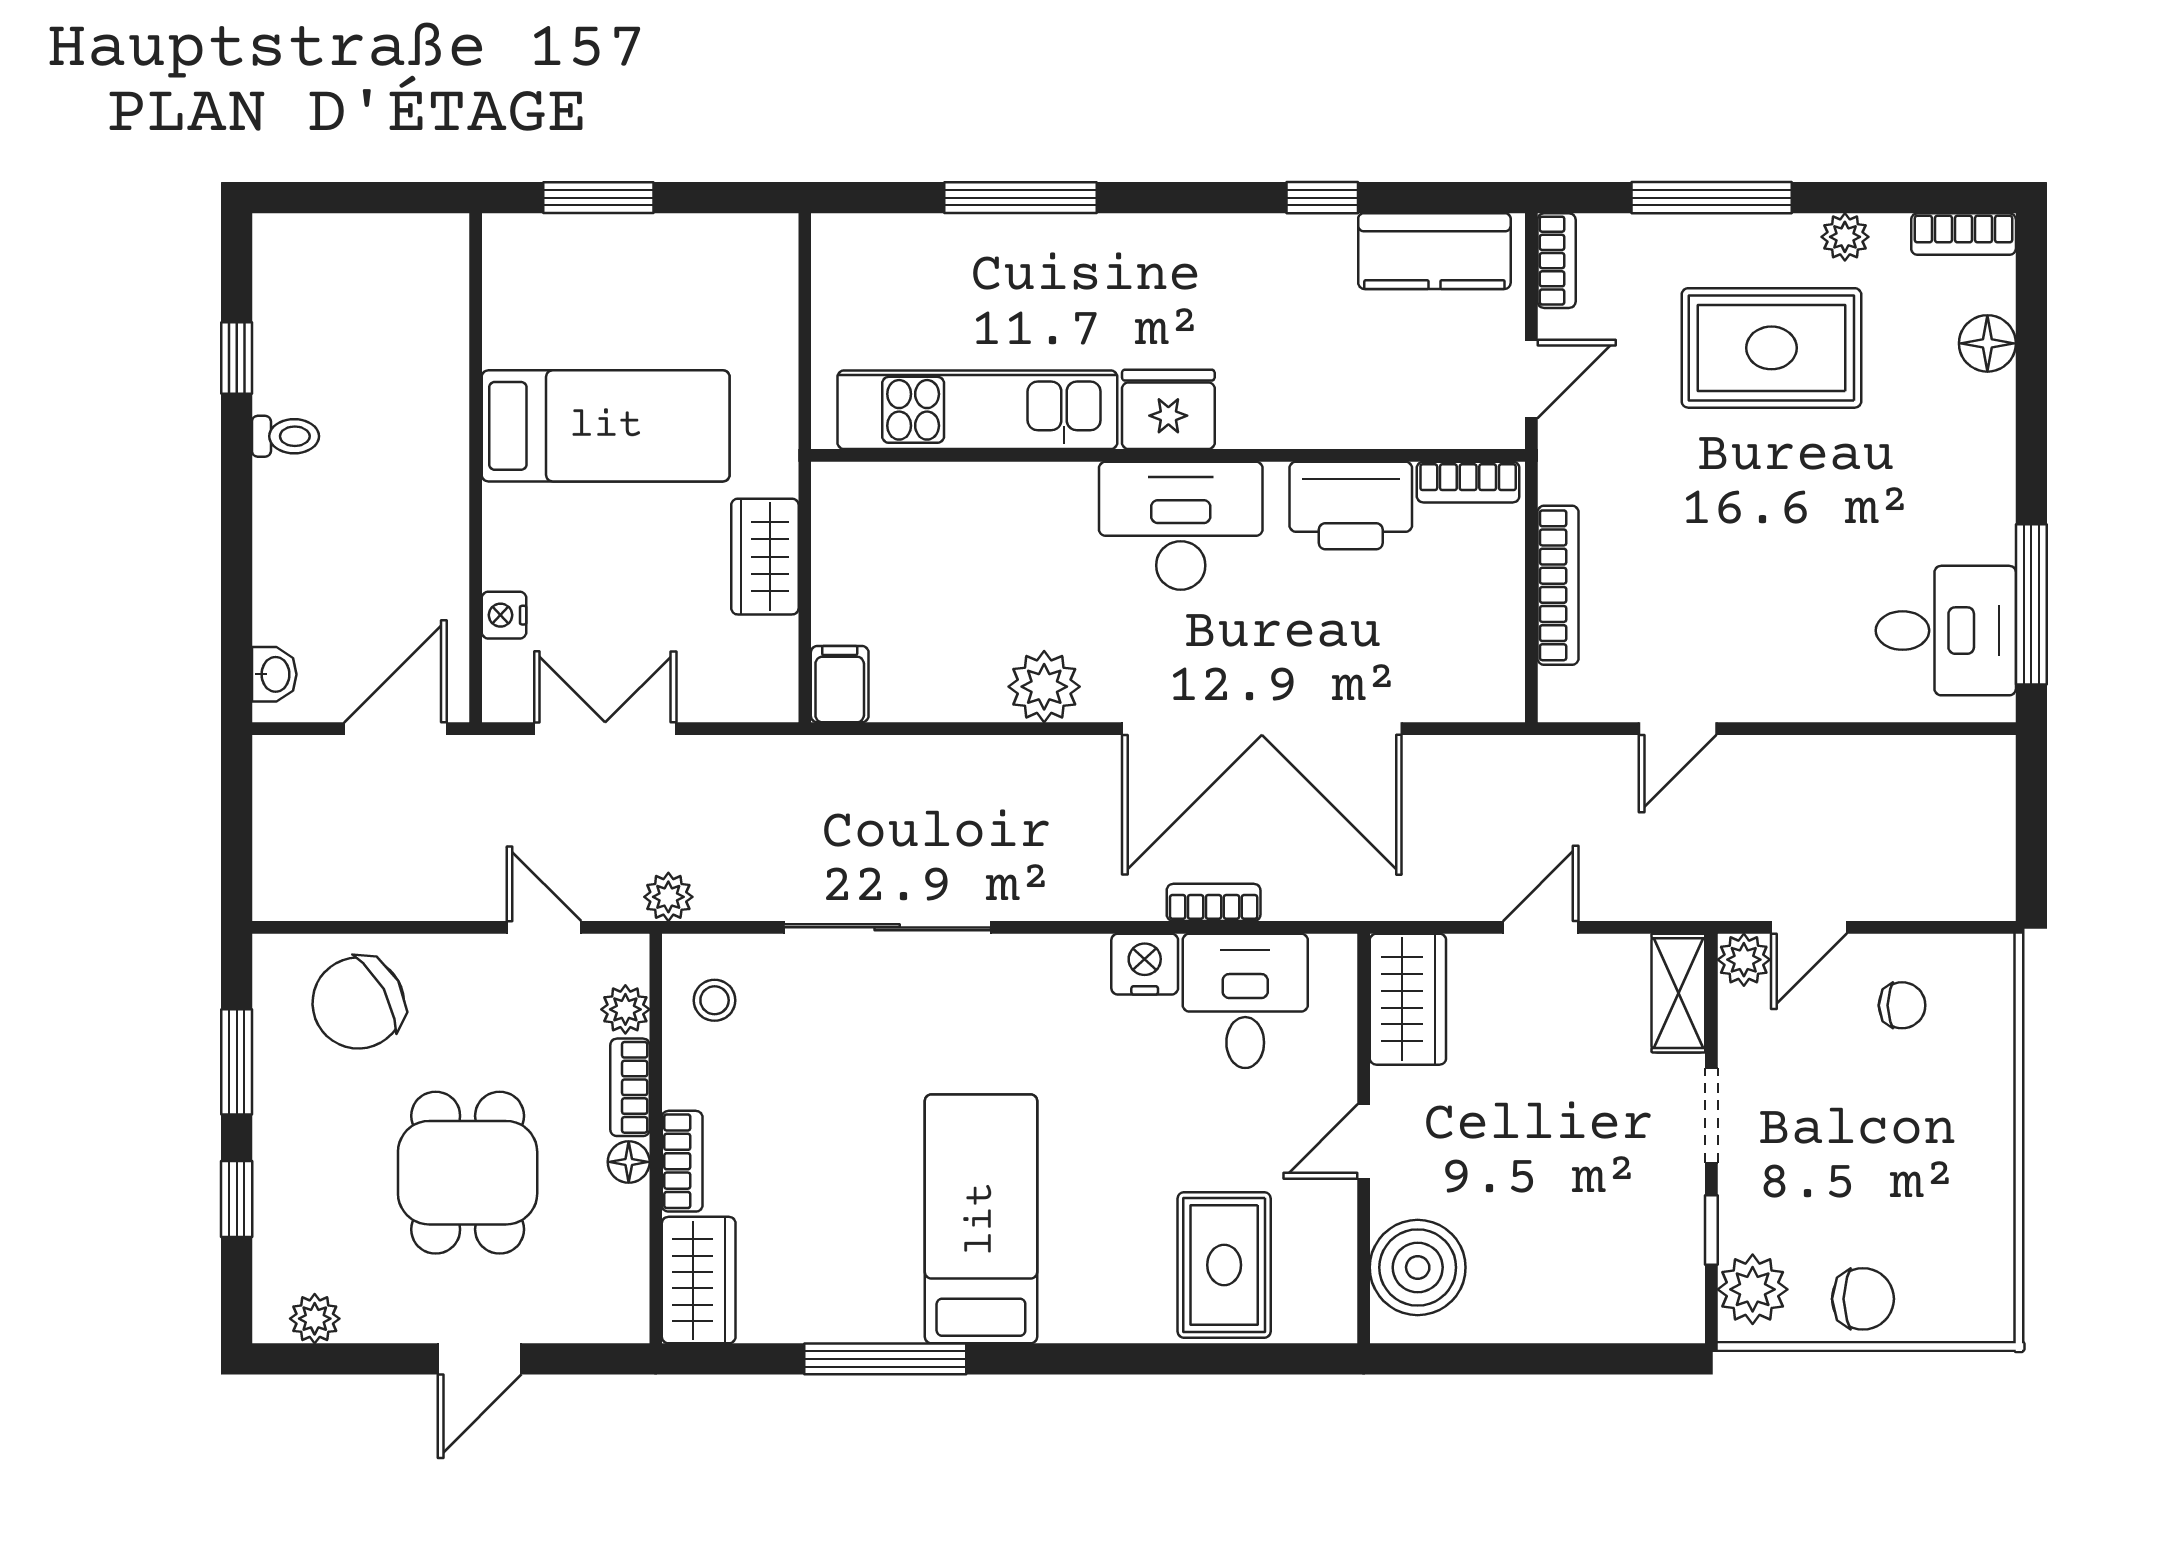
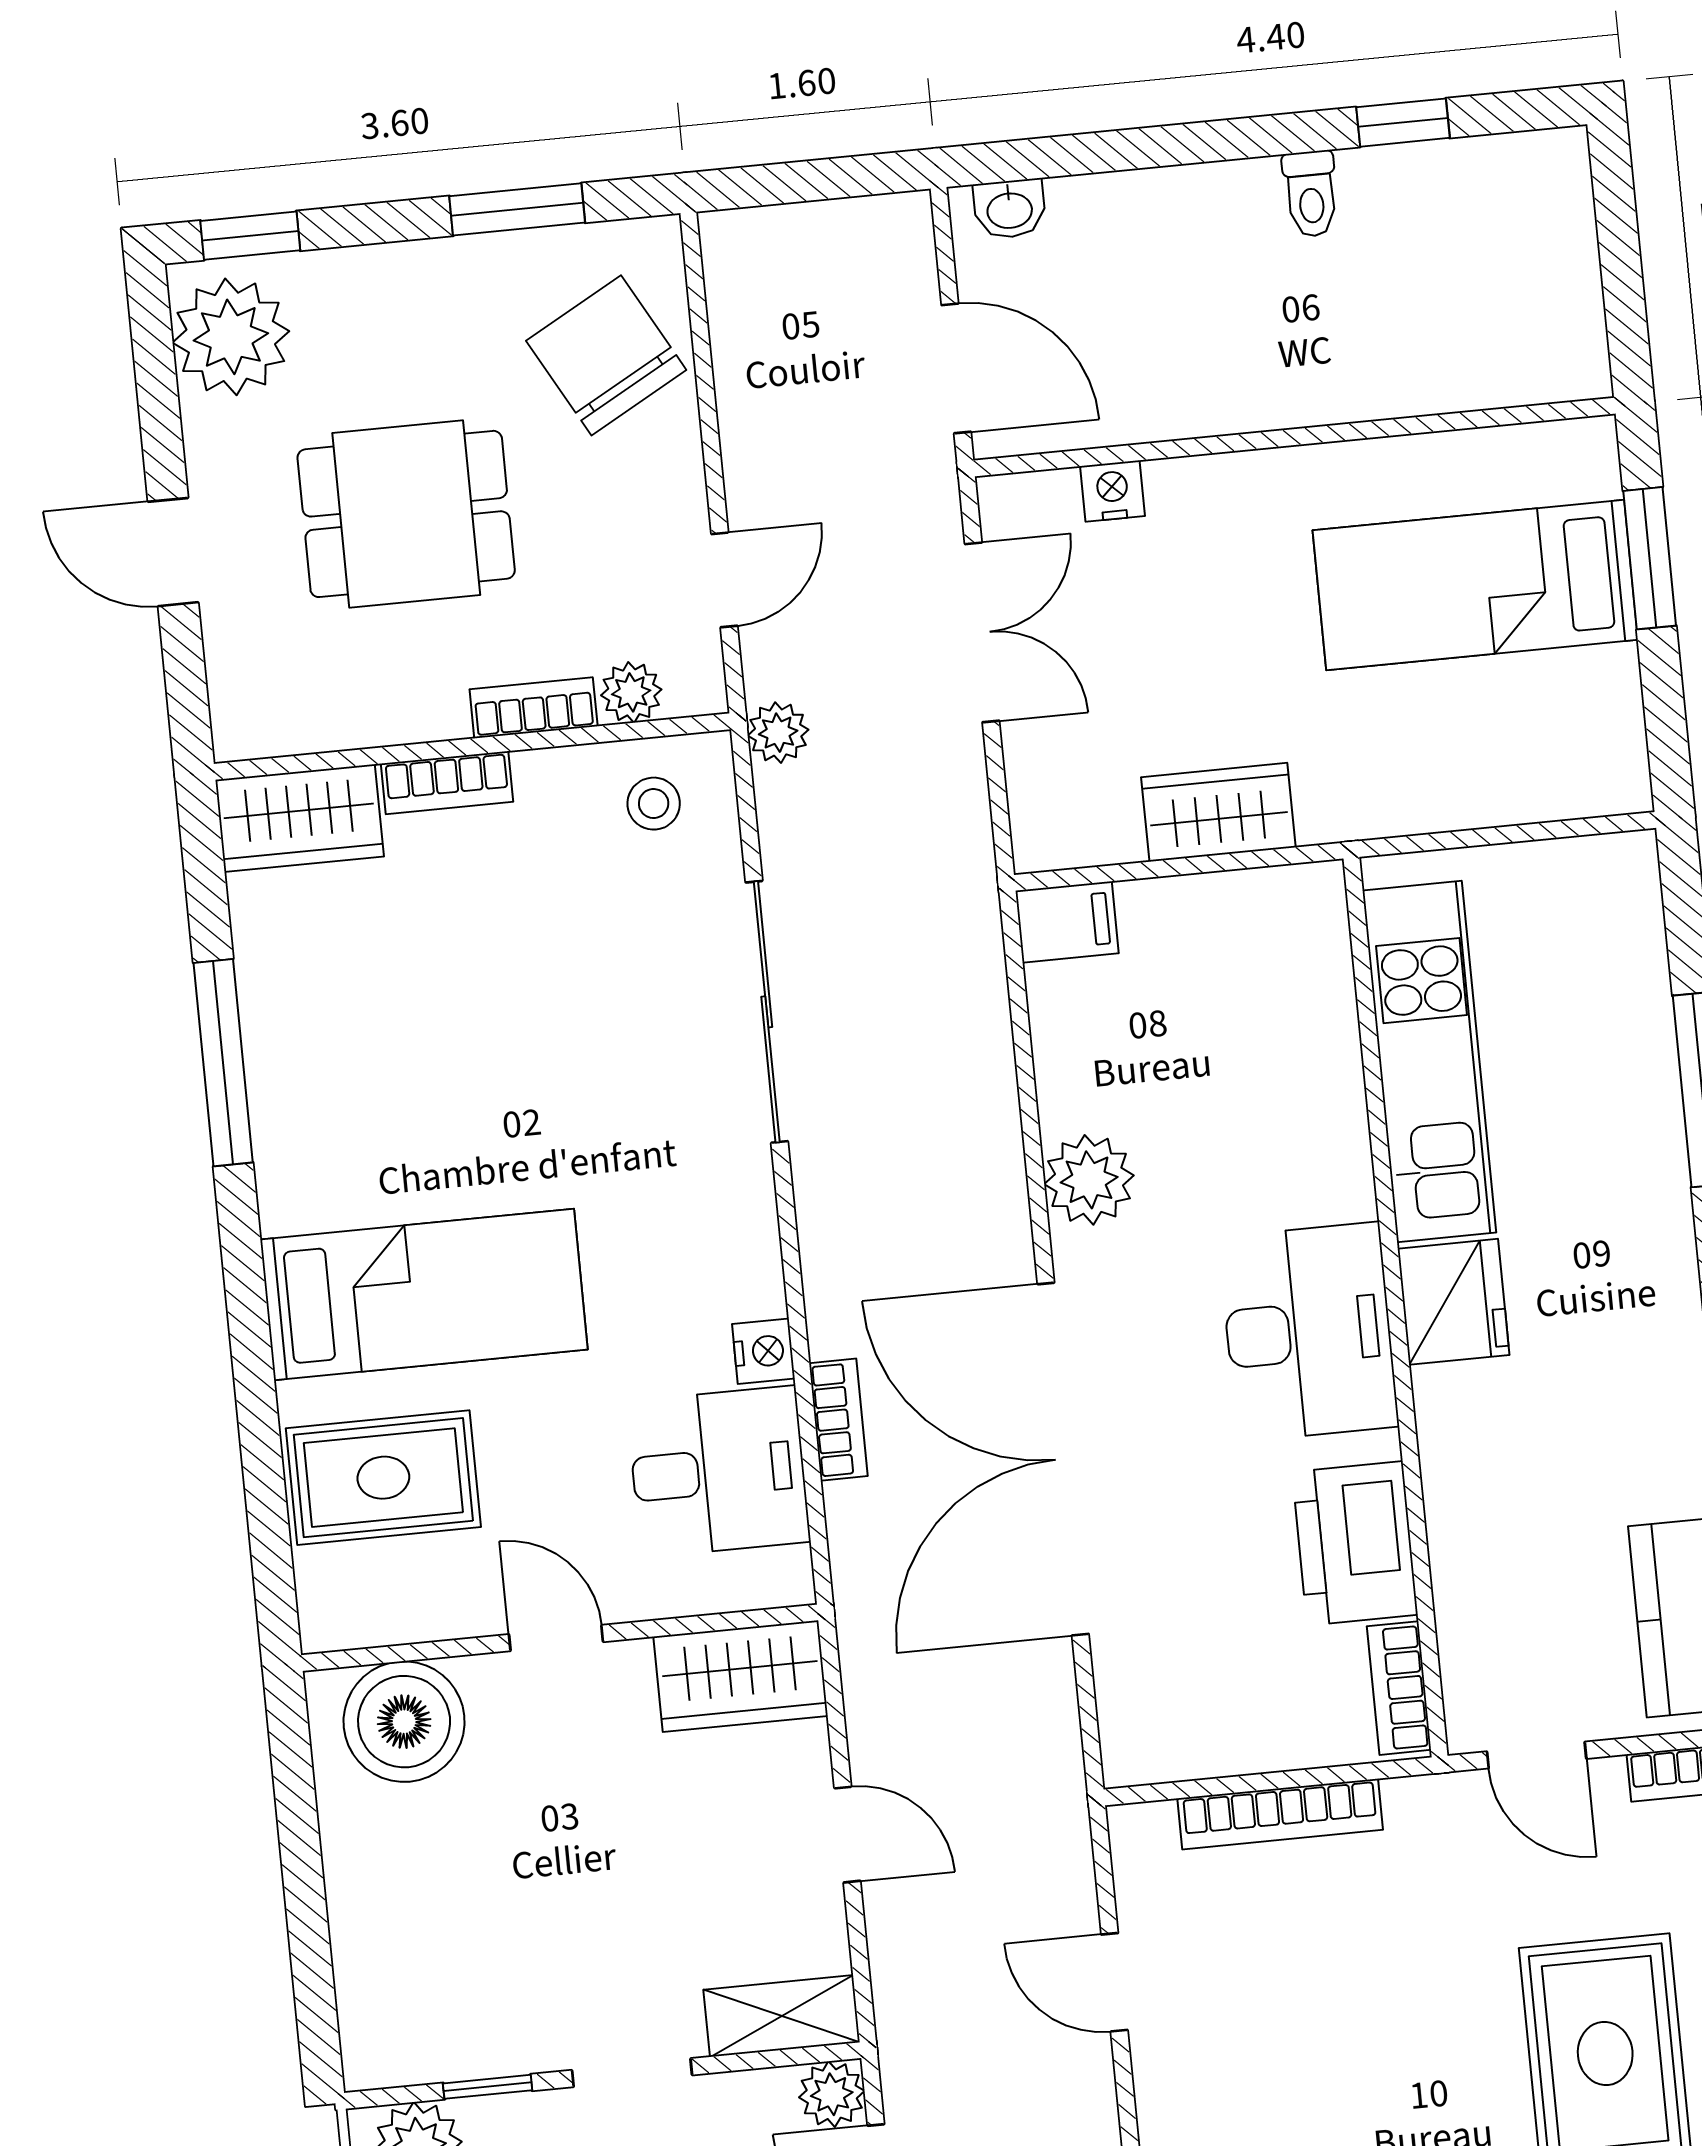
bed: (606, 426) -> (1475, 585), moved, turned 90
nightstand: (1145, 964) -> (763, 1351), width x0.72, depth x0.74
floor lamp: (629, 1162) -> (439, 715), removed
window: (237, 1199) -> (250, 236), moved
bed: (981, 1219) -> (424, 1294), moved
plant: (315, 1319) -> (231, 337), width x1.88, depth x1.88

